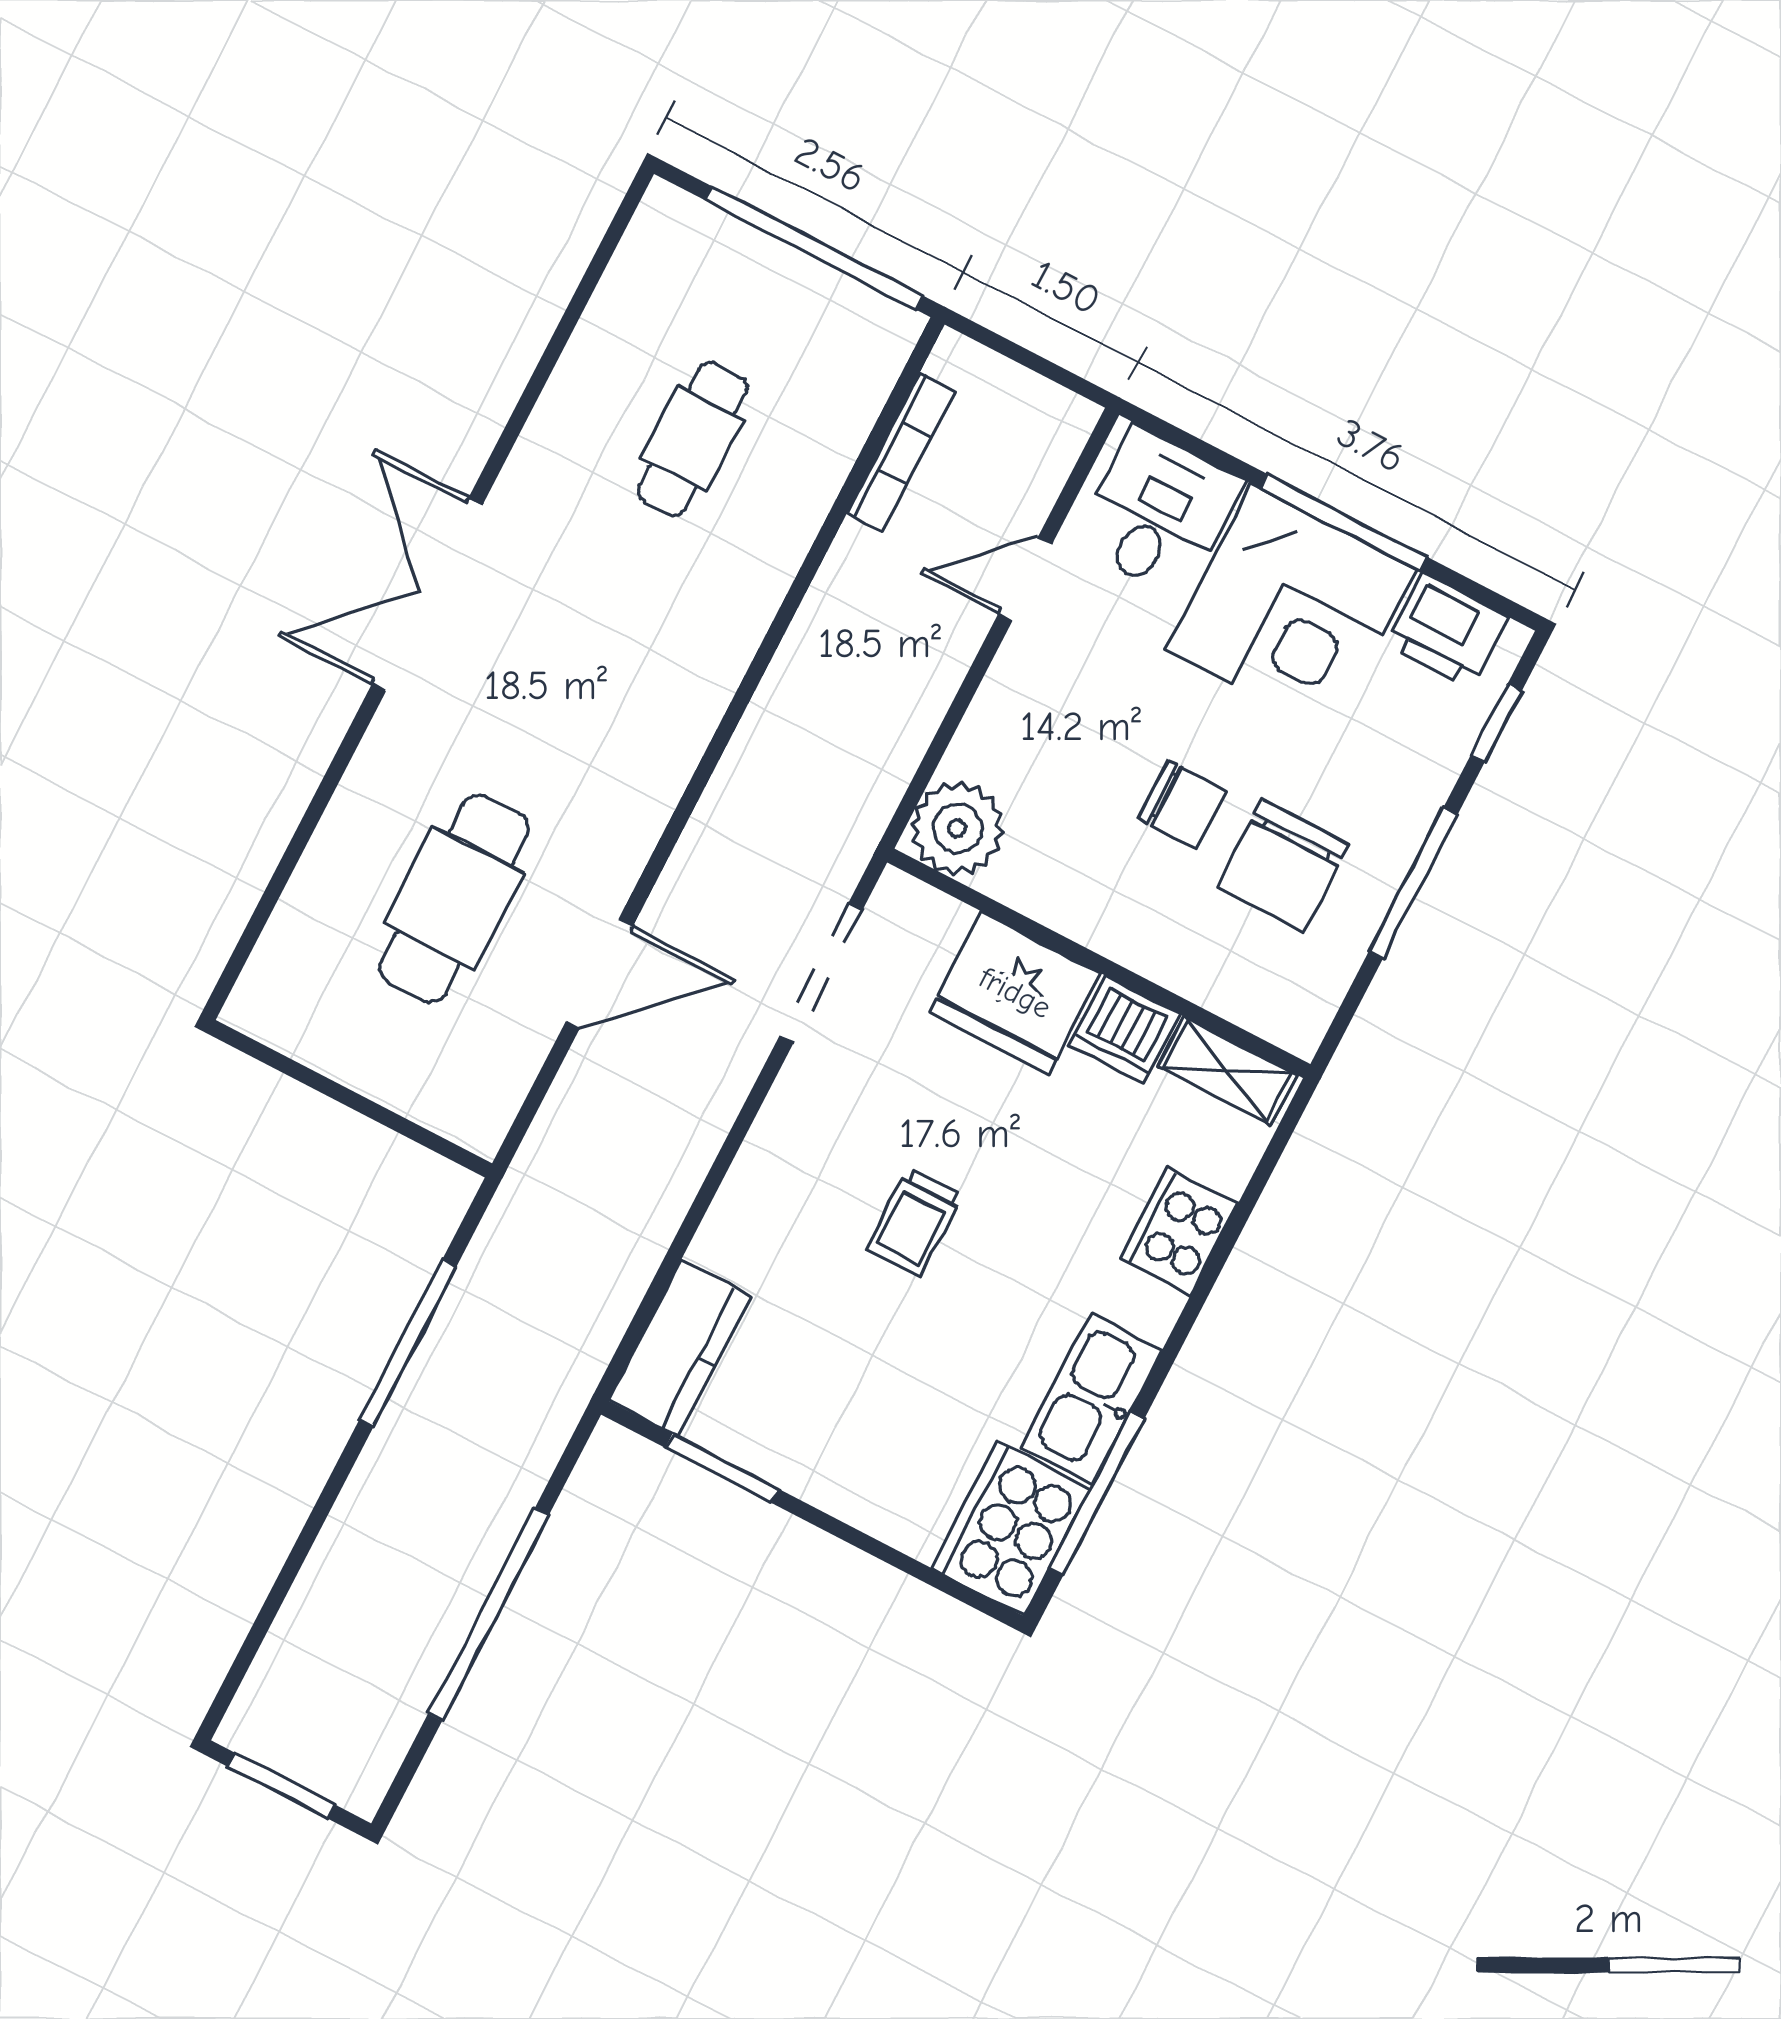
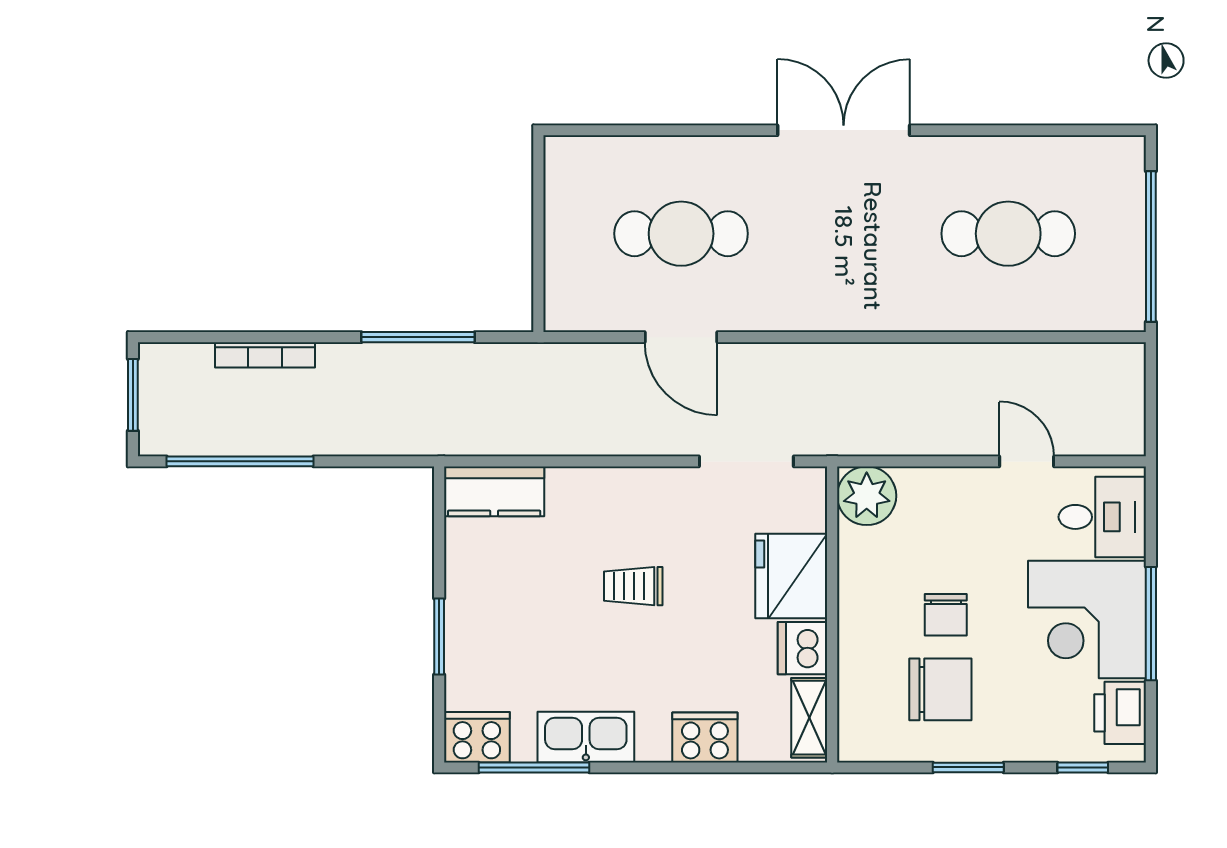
cafe table: (692, 439) -> (1008, 234), width x1.37, depth x1.35
bookcase: (901, 452) -> (265, 355), moved
chair: (1283, 866) -> (940, 689), turned 180
window: (1413, 884) -> (968, 767), width x0.69
window: (722, 1468) -> (439, 637), moved
cooker: (1010, 1529) -> (477, 737), width x0.73, depth x0.76
window: (489, 1614) -> (240, 461), moved

